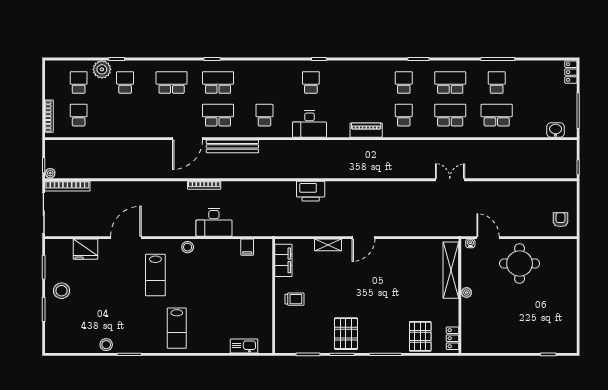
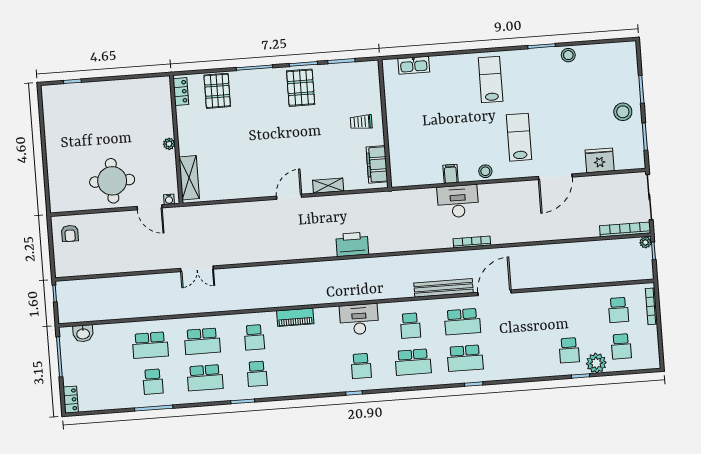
school desk: (172, 83) -> (413, 362), moved
filing cabinet: (247, 247) -> (451, 174), moved
shelving: (451, 270) -> (189, 178), width x0.68

